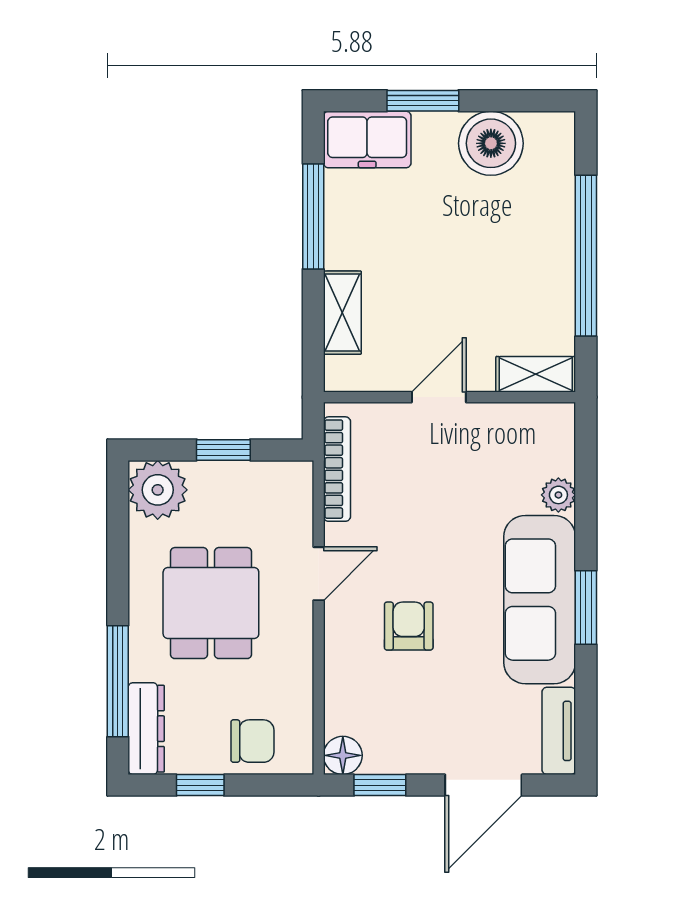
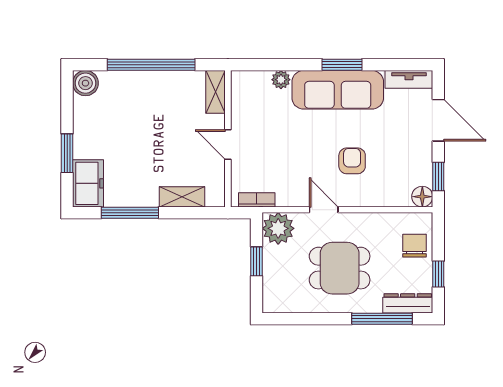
boiler: (491, 143) -> (85, 83), moved, width x0.73, depth x0.73
bookcase: (337, 469) -> (257, 200), width x0.64
plant: (158, 490) -> (278, 228), moved
armchair: (409, 626) -> (352, 161), turned 90

